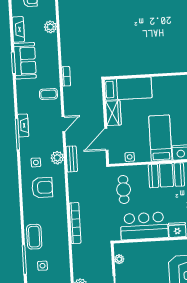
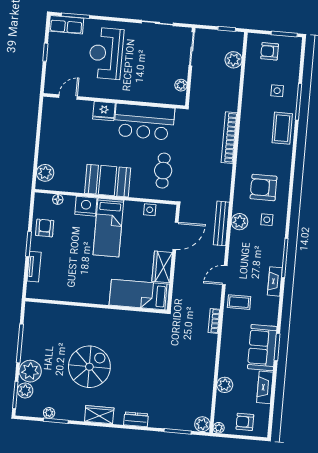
spiral stairs: (160, 26) -> (89, 367), added
door: (63, 124) -> (225, 275), moved
fireplace: (23, 125) -> (275, 281), moved
bench: (72, 159) -> (221, 223), width x1.36

